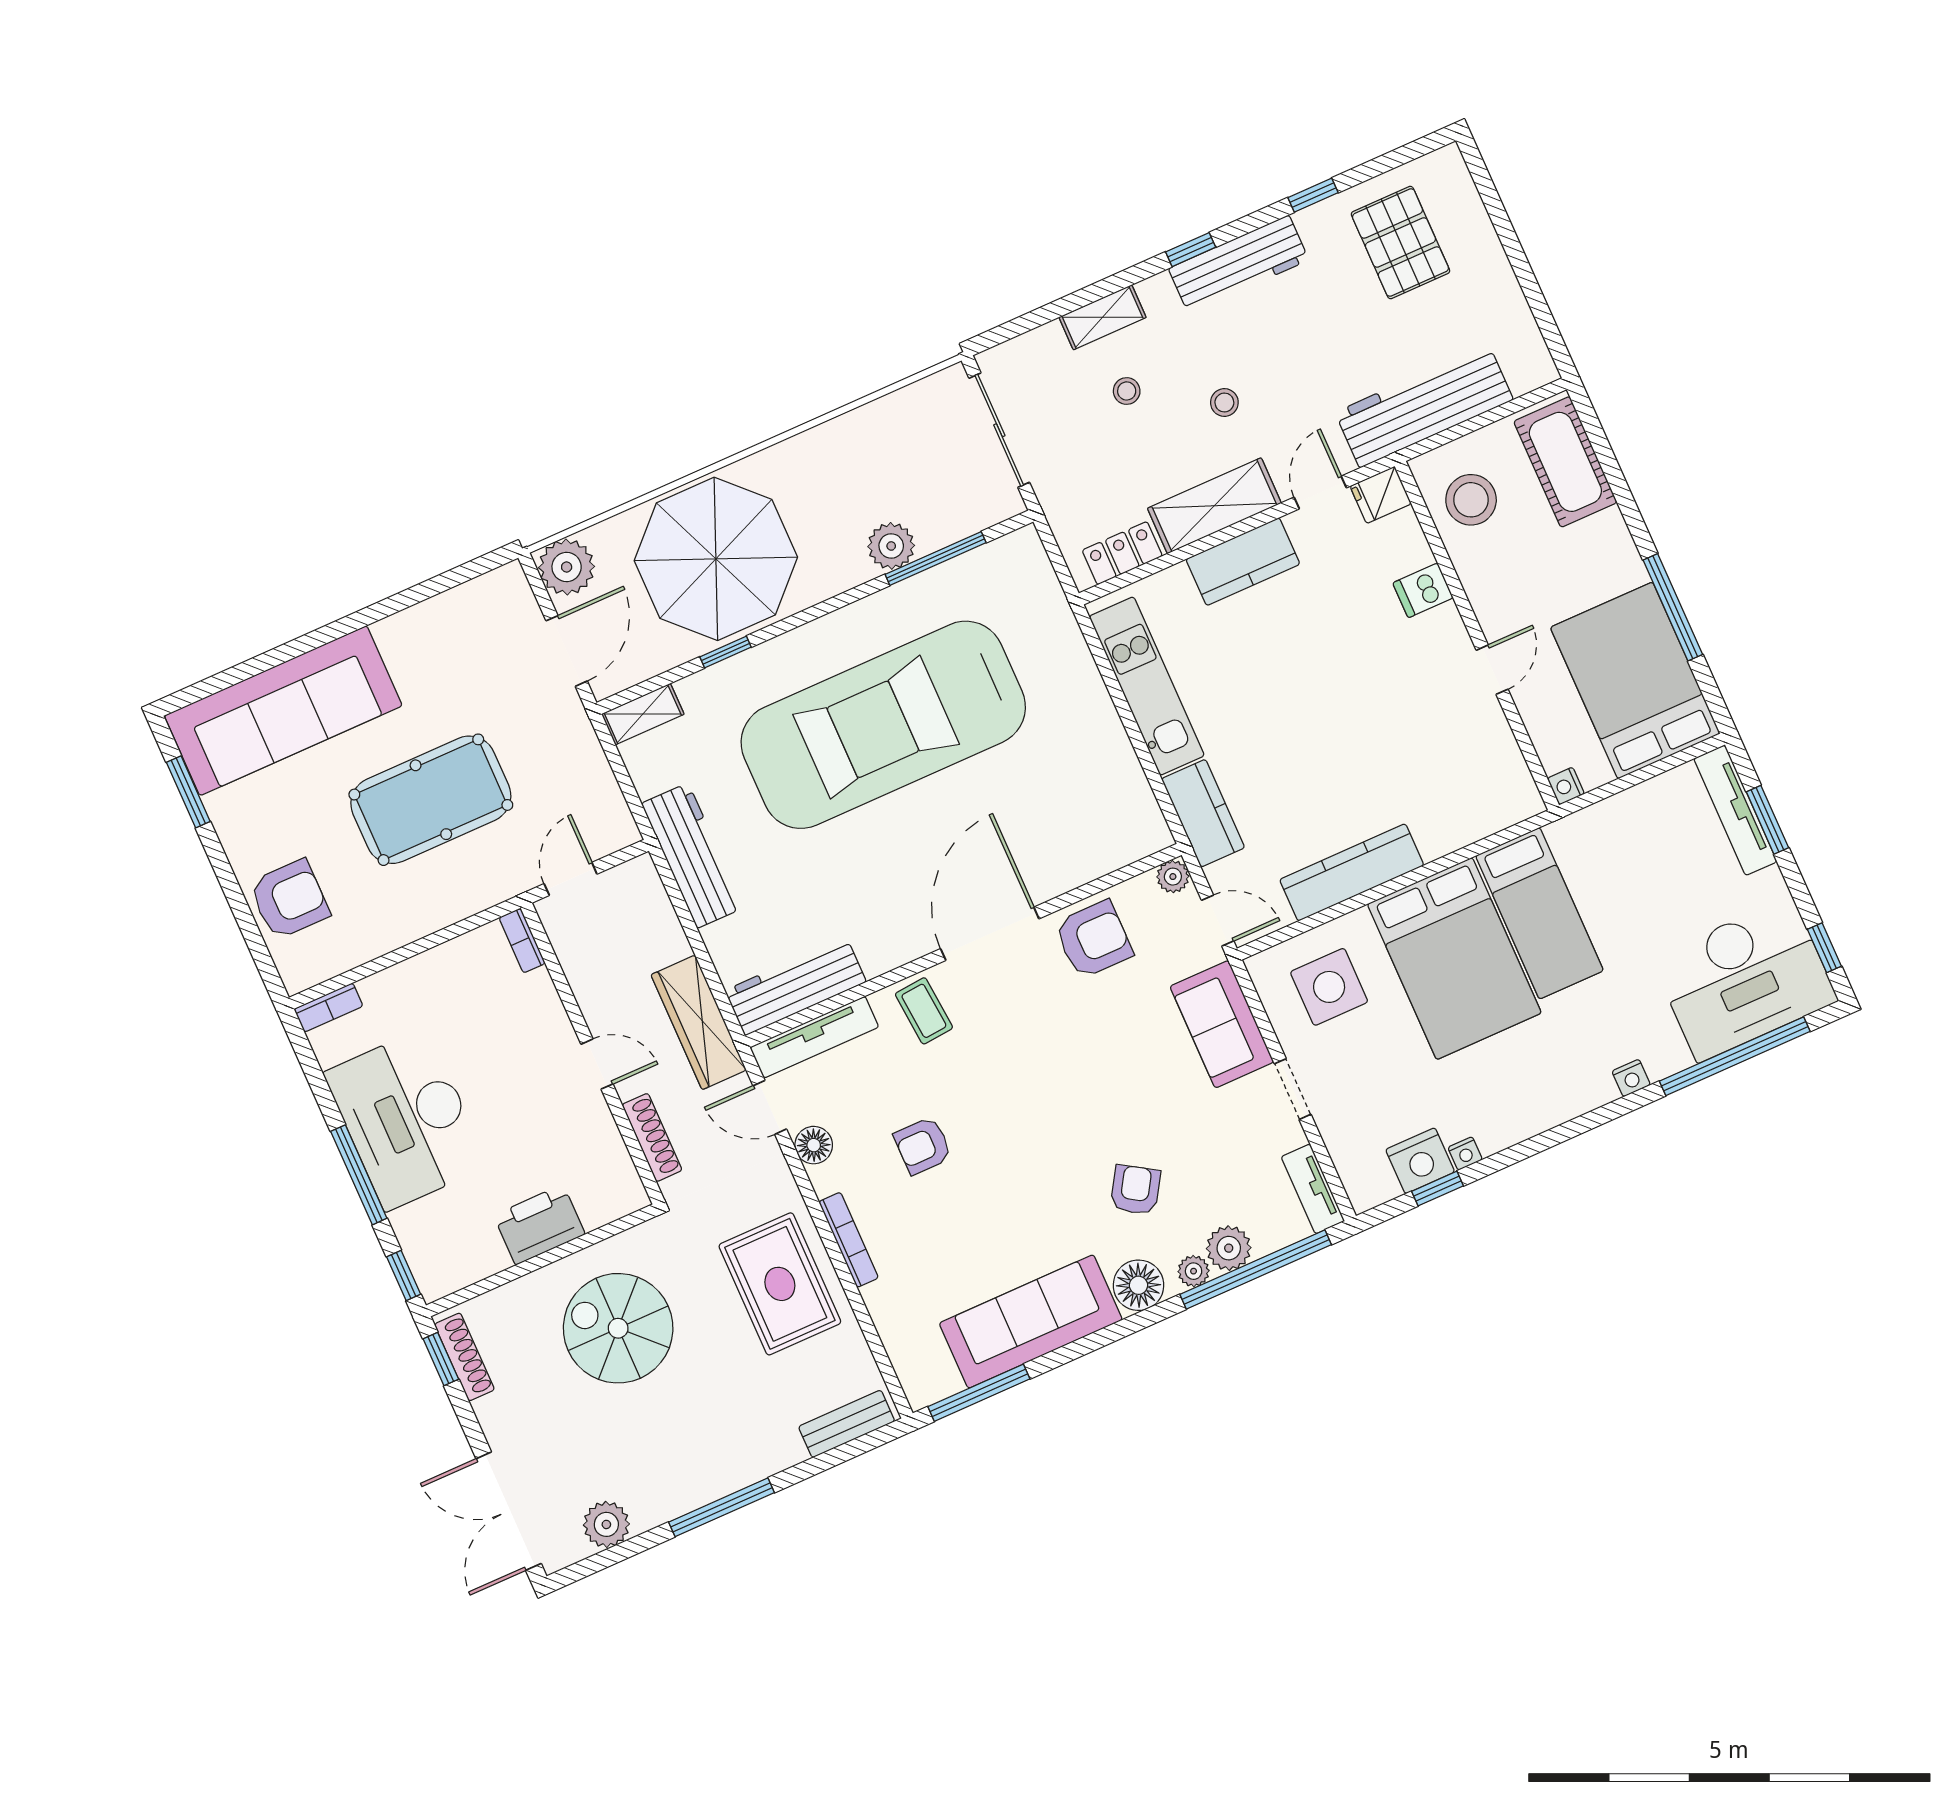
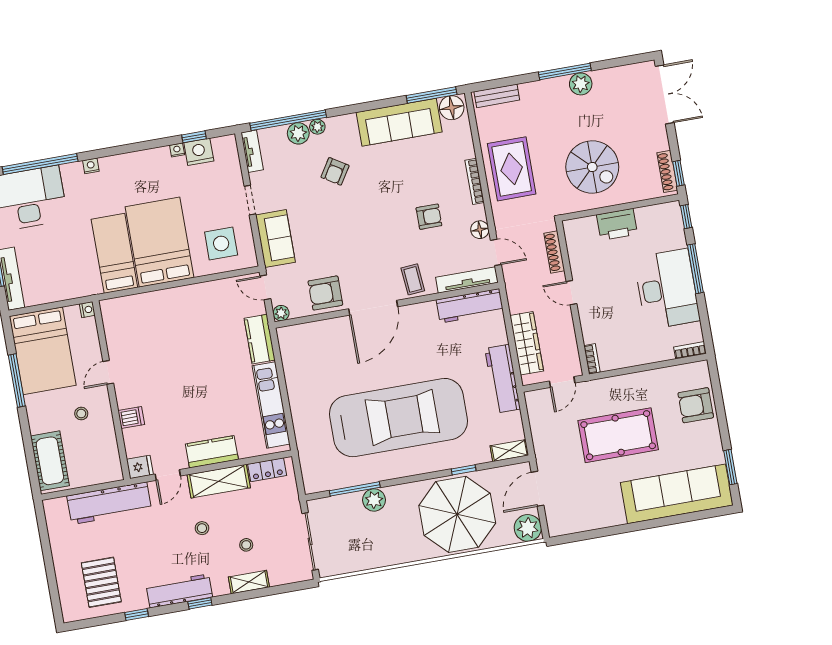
stool: (1471, 500) -> (81, 414), moved, width x0.53, depth x0.53
kitchen counter: (1352, 872) -> (197, 294), removed
wardrobe: (699, 1022) -> (527, 343), moved
floor lamp: (1138, 1285) -> (452, 108), moved
plant: (606, 1524) -> (581, 84), moved

